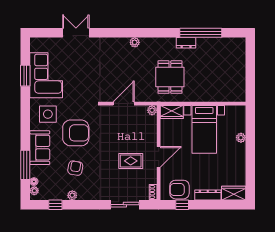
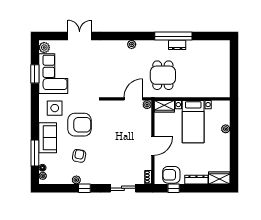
window: (201, 33) -> (173, 36), moved
plant: (36, 46) -> (44, 48), added
door: (124, 104) -> (133, 99), moved
rug: (131, 161) -> (128, 150), removed
window: (55, 205) -> (84, 188), moved

